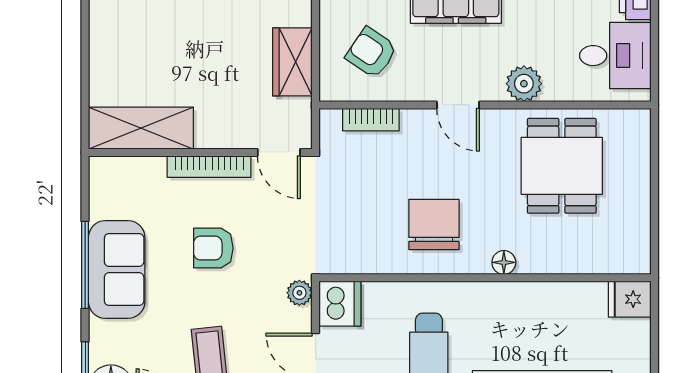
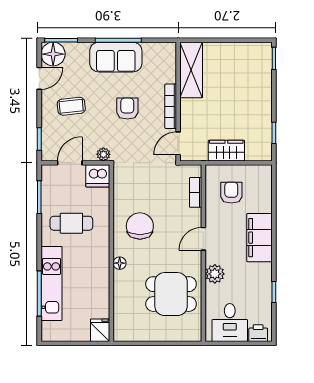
armchair: (371, 53) -> (231, 193), turned -34
chair: (434, 224) -> (140, 226), turned -90

